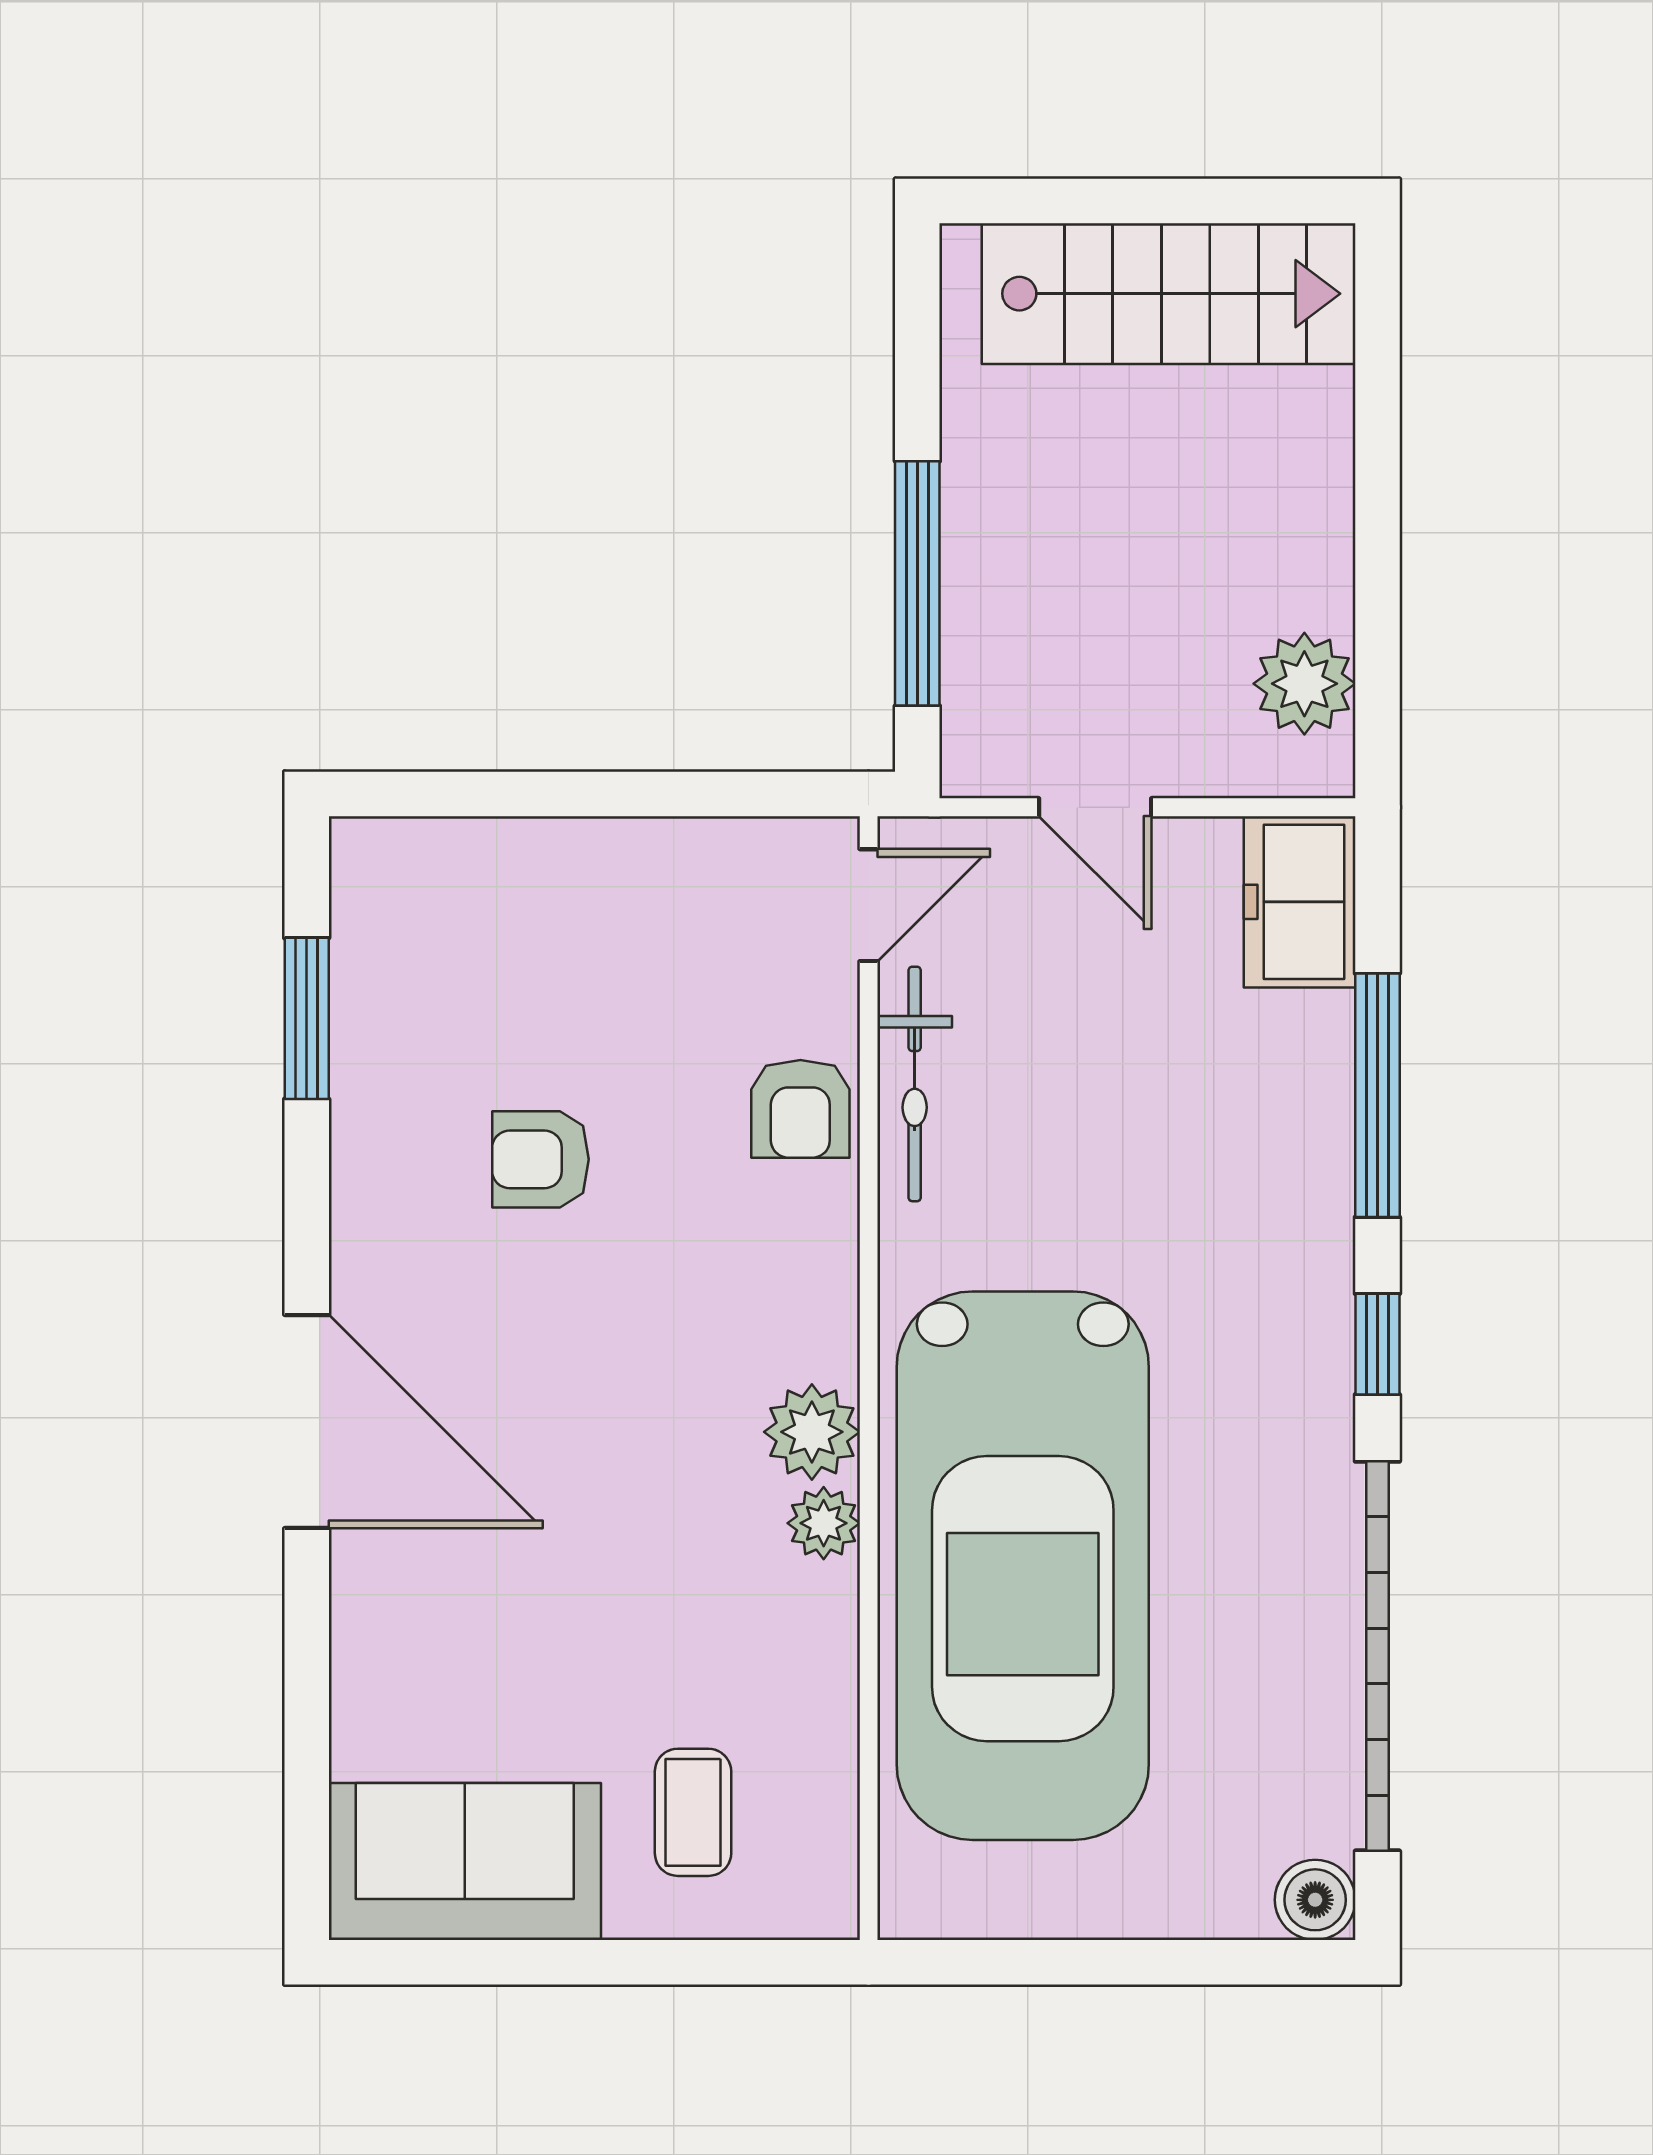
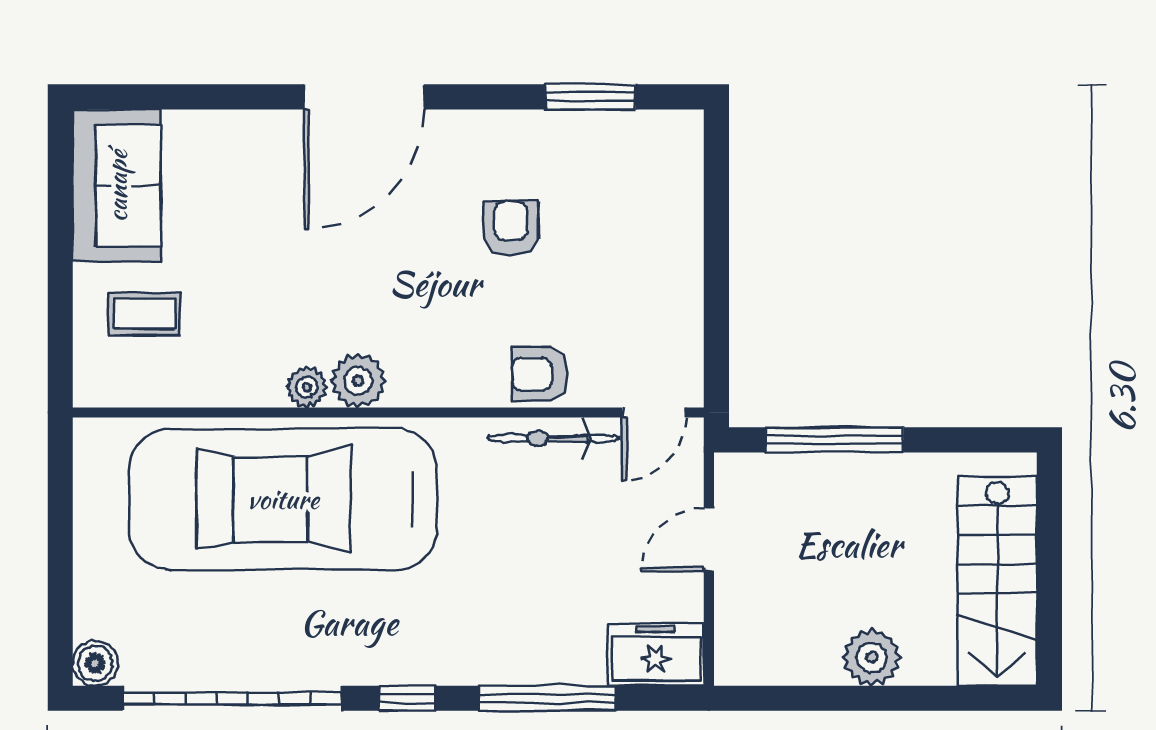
plant: (1304, 684) -> (872, 657), moved
door: (869, 905) -> (654, 412), hinge flipped

